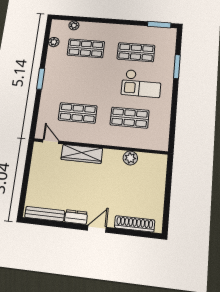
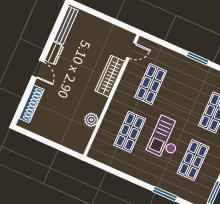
checkout: (141, 83) -> (166, 138), moved

